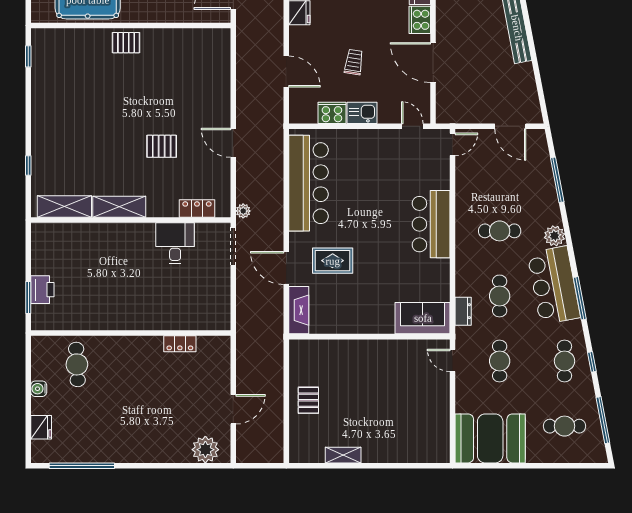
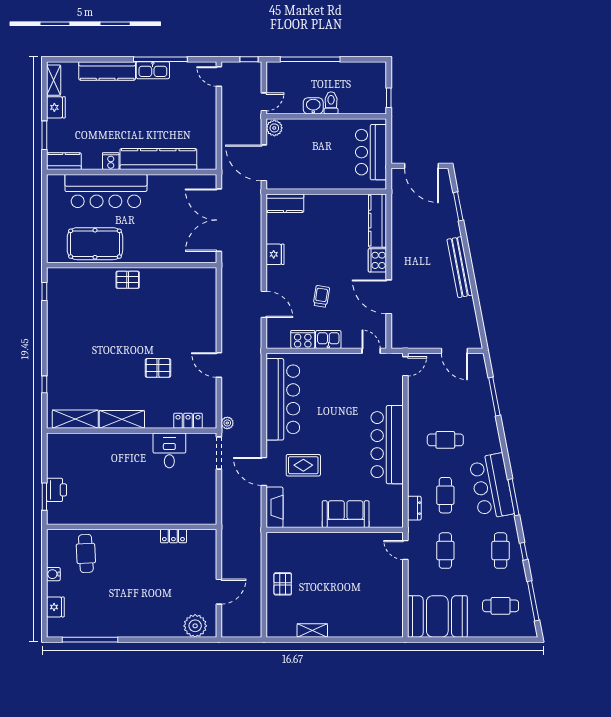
bar counter: (431, 224) -> (387, 445), width x1.36
plant: (555, 236) -> (492, 444), removed
sofa: (423, 318) -> (346, 514), moved

